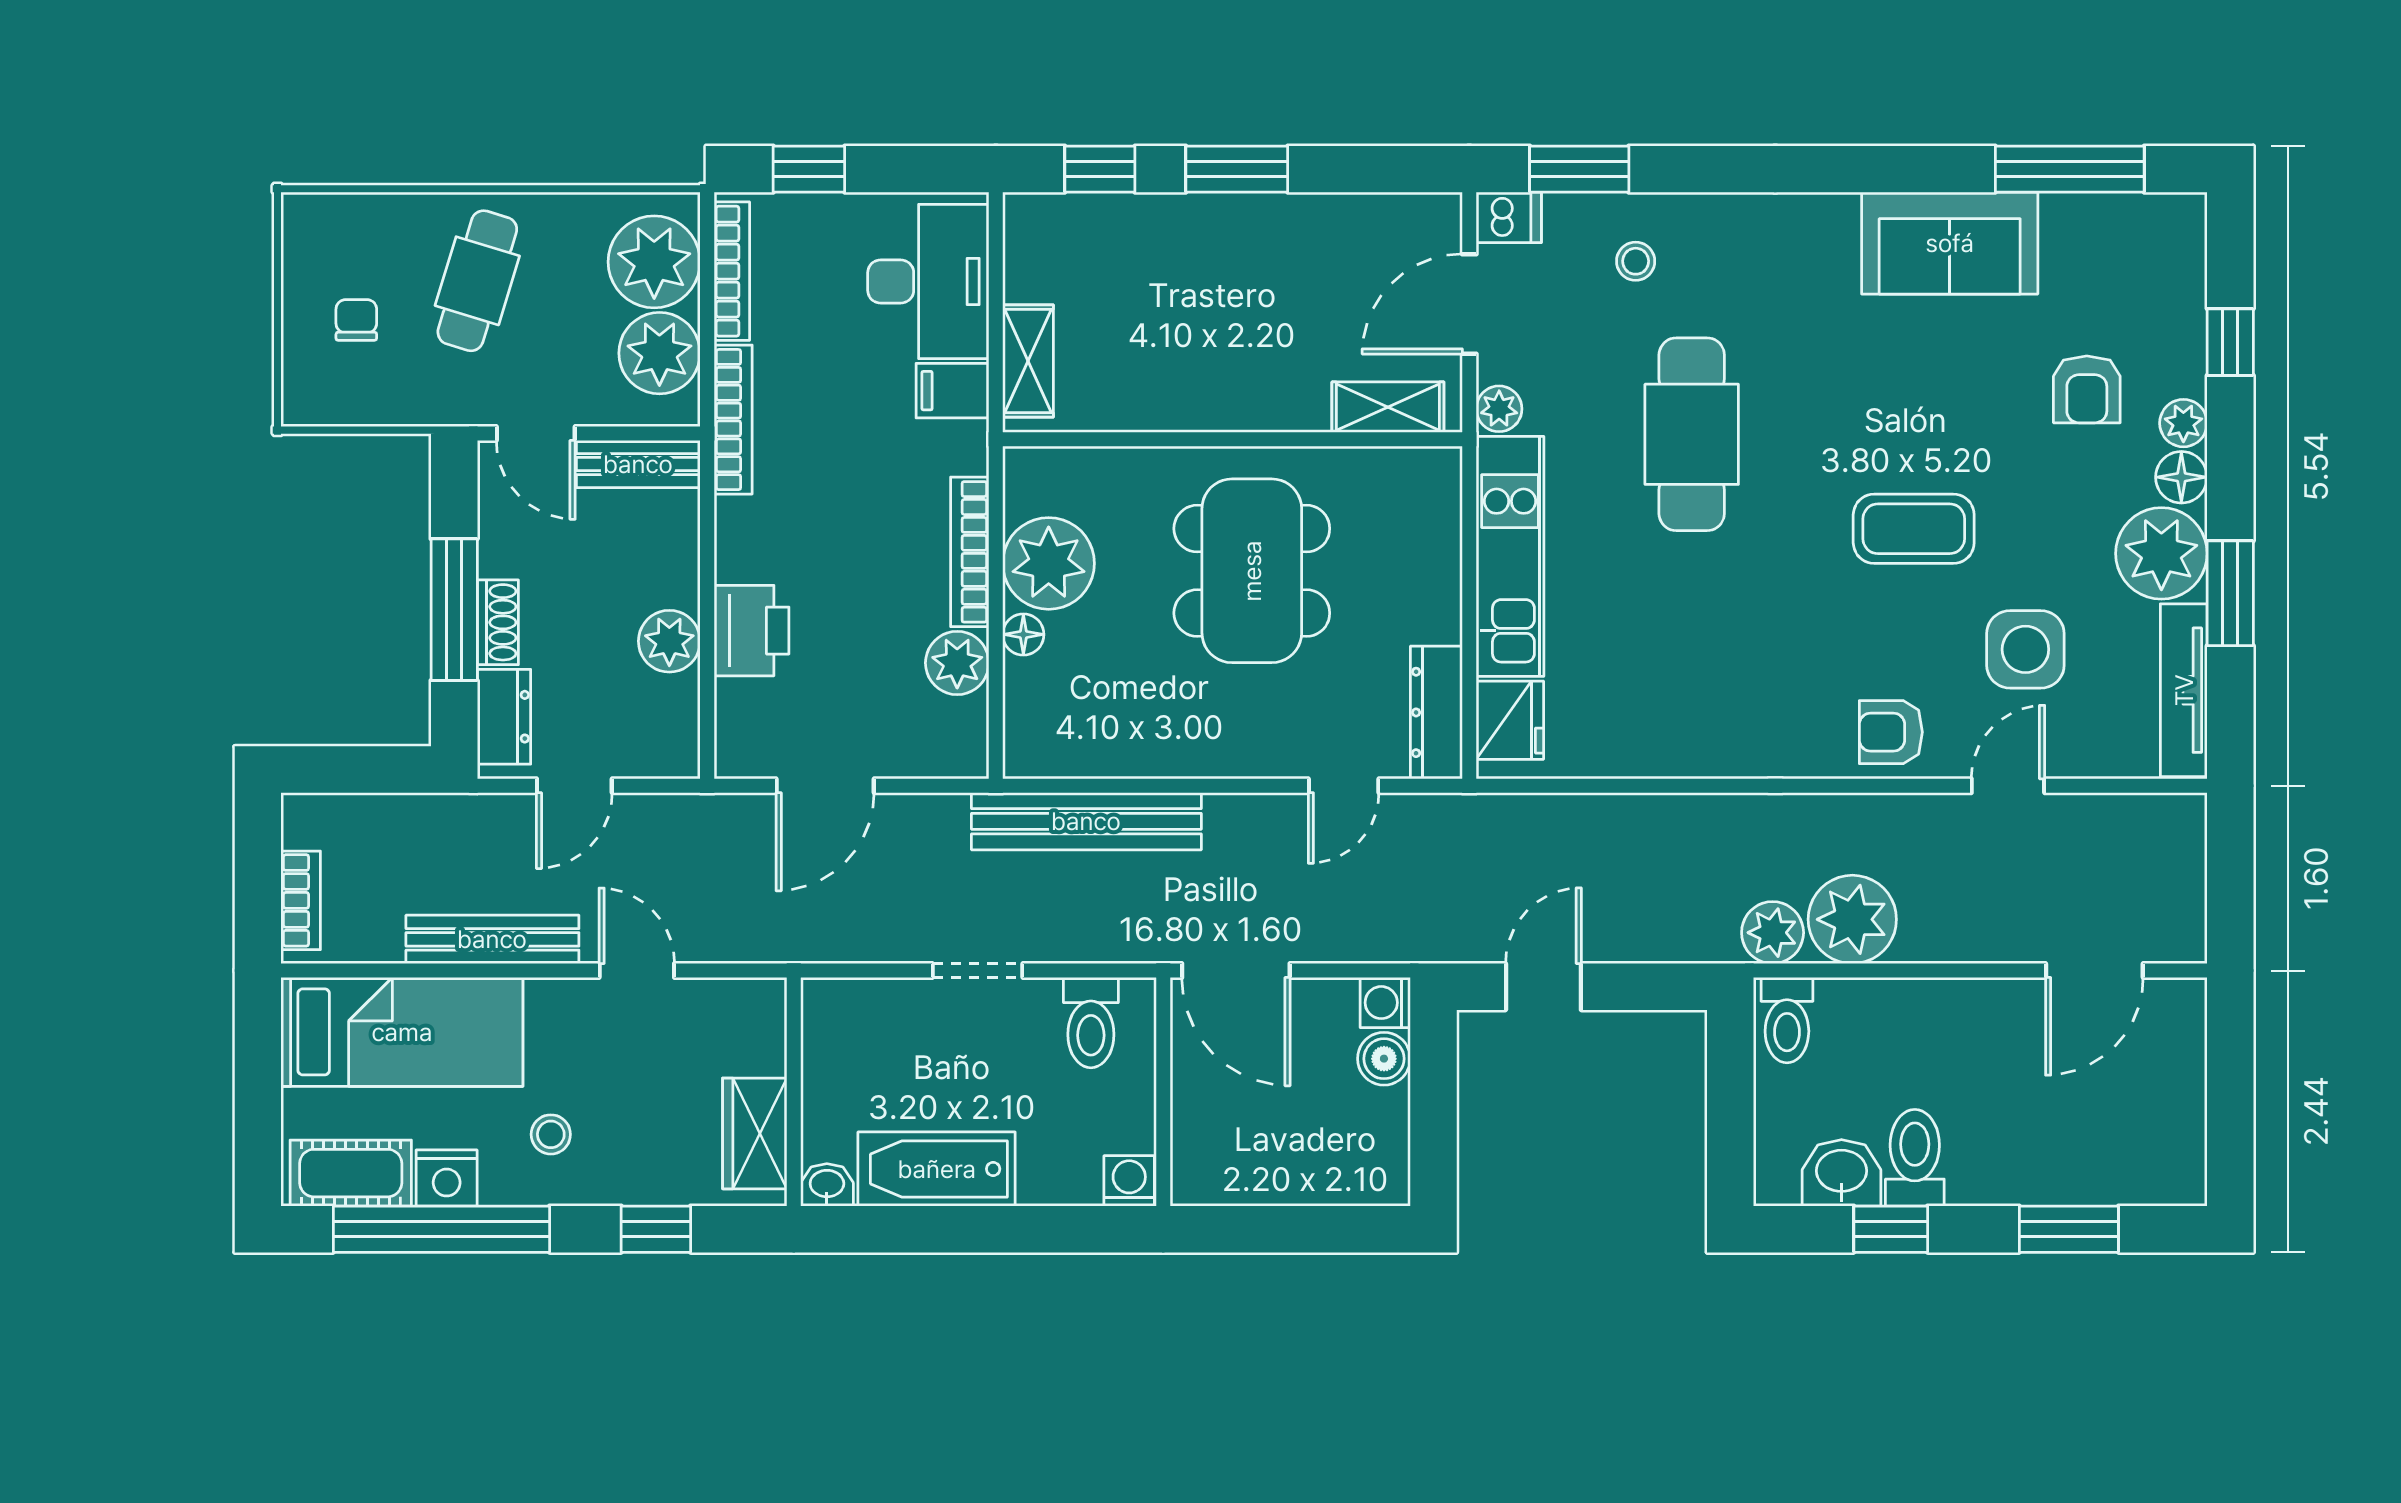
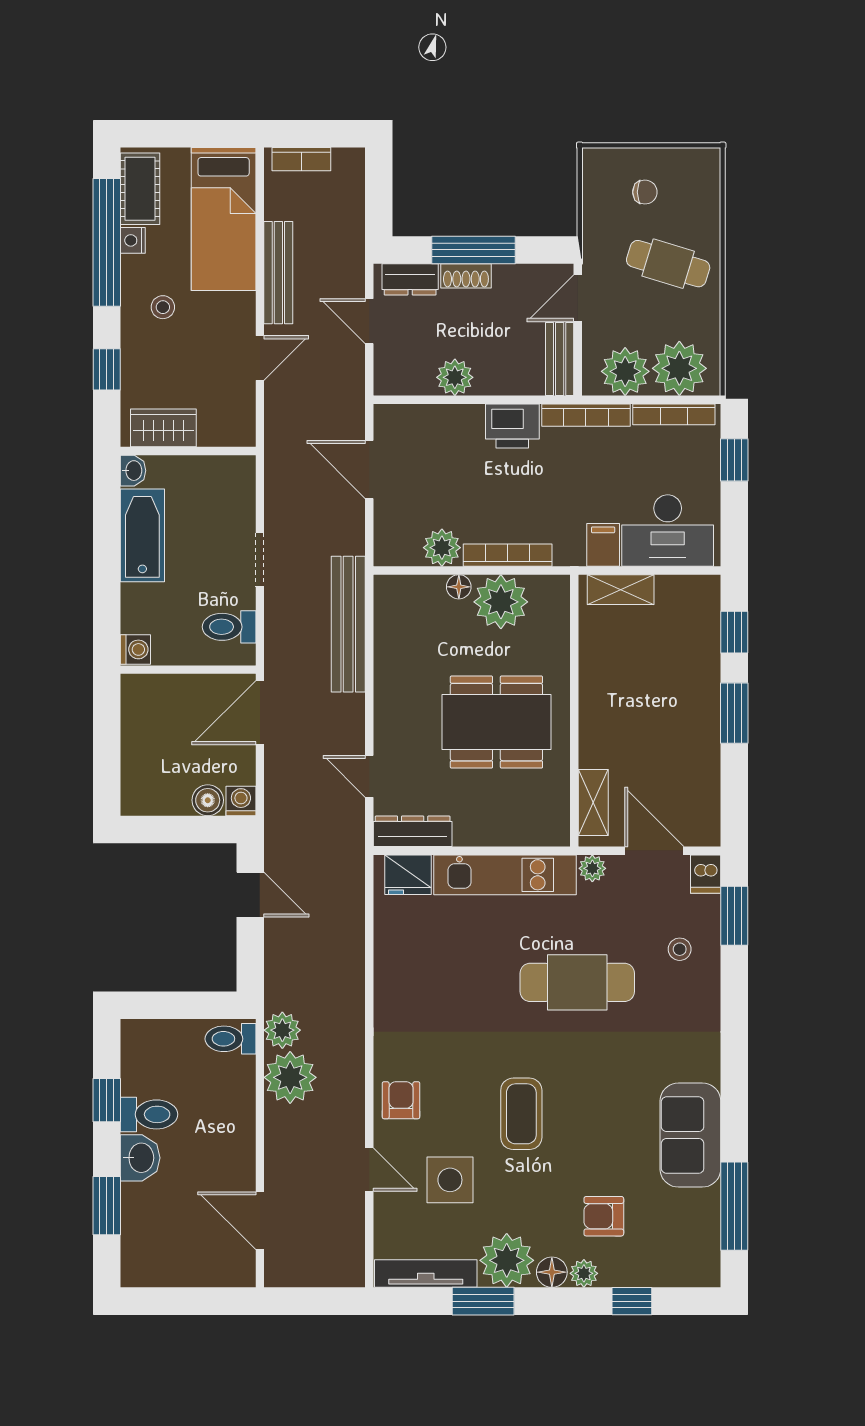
printer: (751, 631) -> (512, 426), moved
washbasin: (1842, 1173) -> (140, 1158), moved
nightstand: (447, 1178) -> (133, 240), width x0.72, depth x0.74

